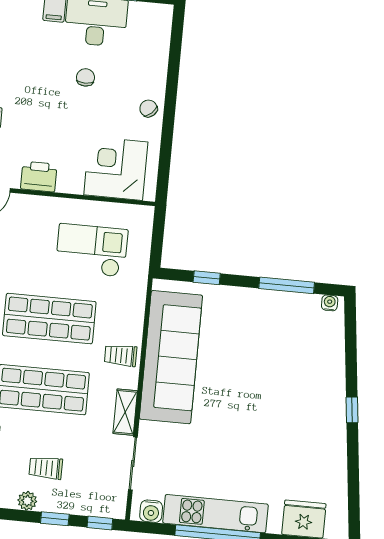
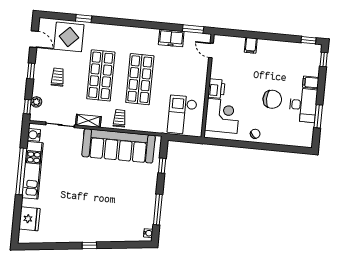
chair: (85, 77) -> (272, 99), width x1.87, depth x1.87
printer: (39, 177) -> (216, 89), moved
checkout: (92, 250) -> (182, 115), moved, turned 180
plant: (27, 501) -> (36, 102), moved
window: (55, 519) -> (31, 71), moved

